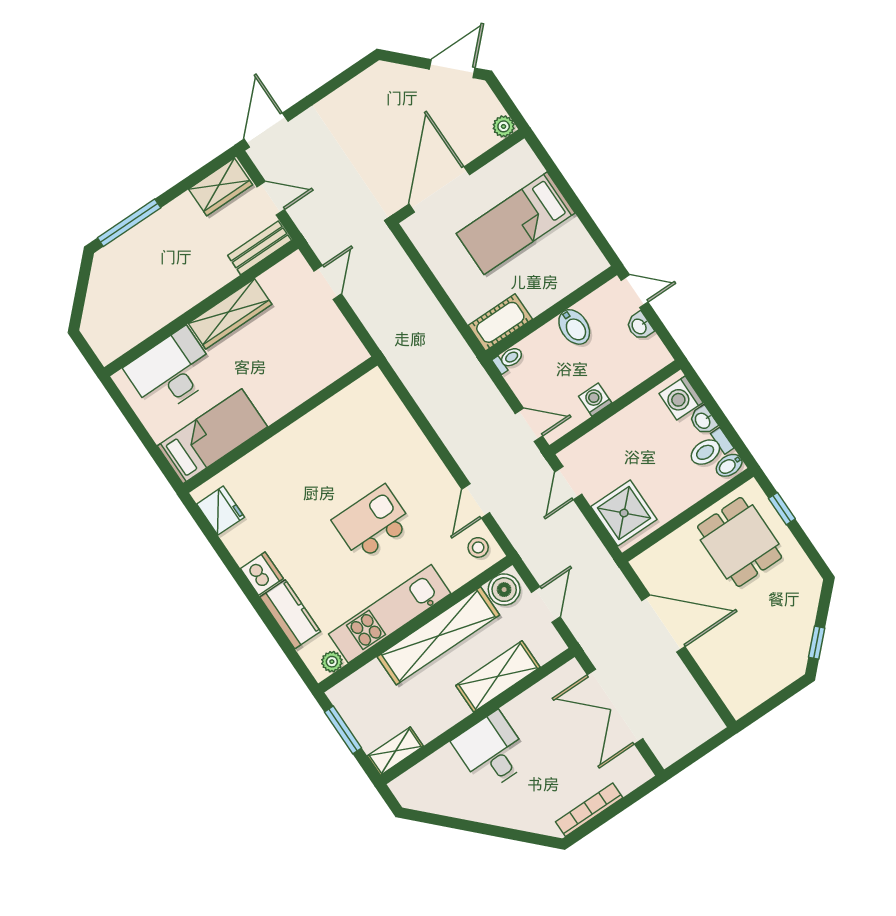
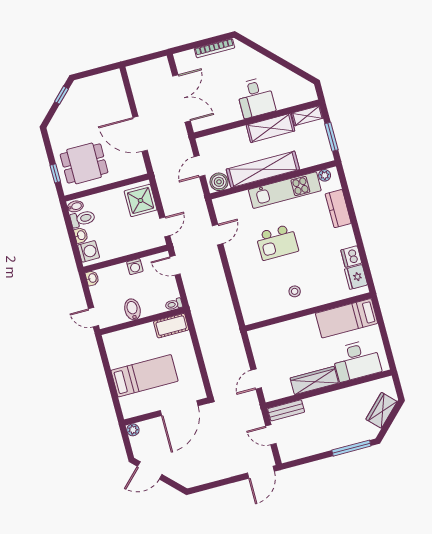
wardrobe: (221, 187) -> (381, 410), moved, turned -45
washbasin: (640, 326) -> (92, 278), moved
dining table: (740, 542) -> (84, 163), turned 90
stool: (478, 547) -> (295, 291), moved
dishwasher: (262, 574) -> (351, 257), moved
shelving: (498, 676) -> (270, 128), moved

